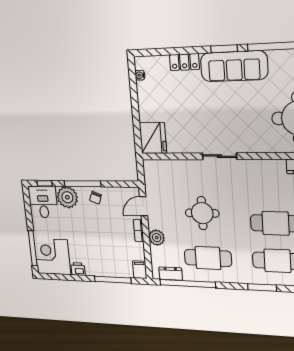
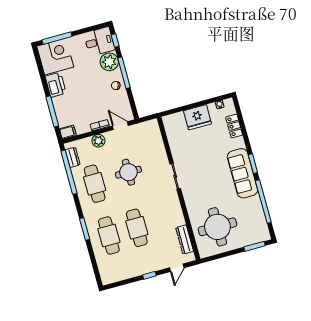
locker: (184, 62) -> (234, 126), moved
fridge: (153, 138) -> (197, 117), moved
printer: (78, 269) -> (56, 85), width x1.87, depth x1.48

